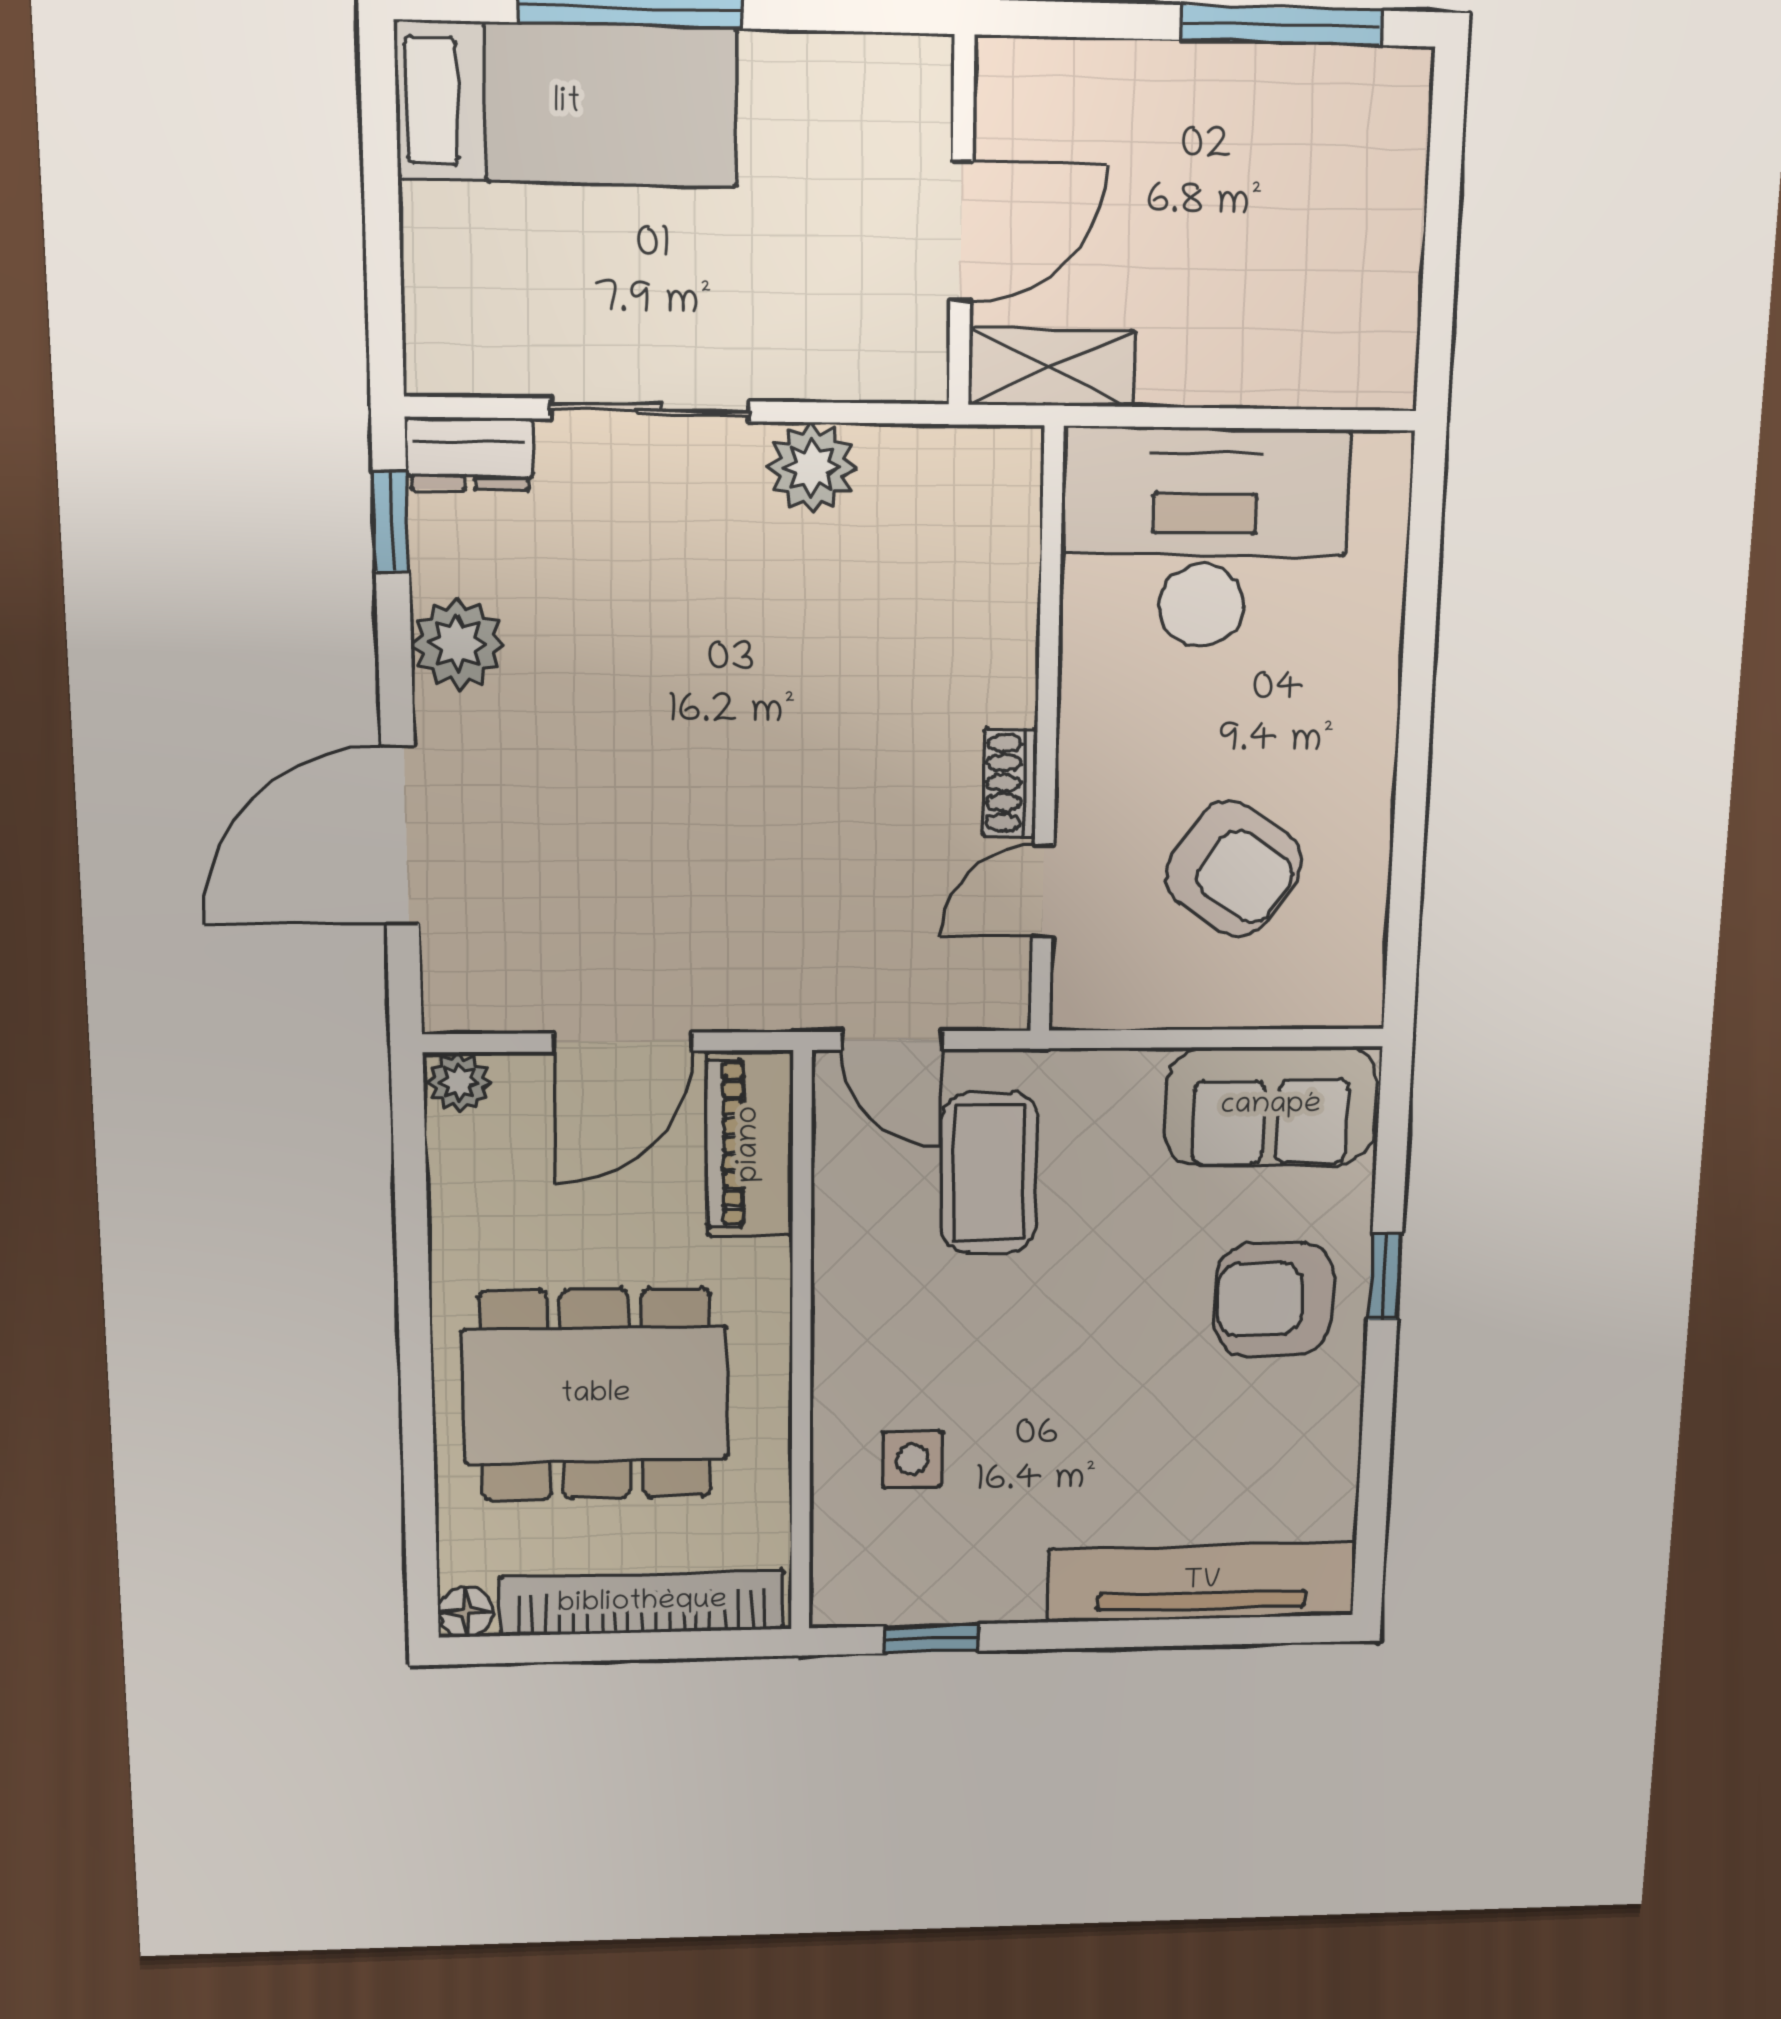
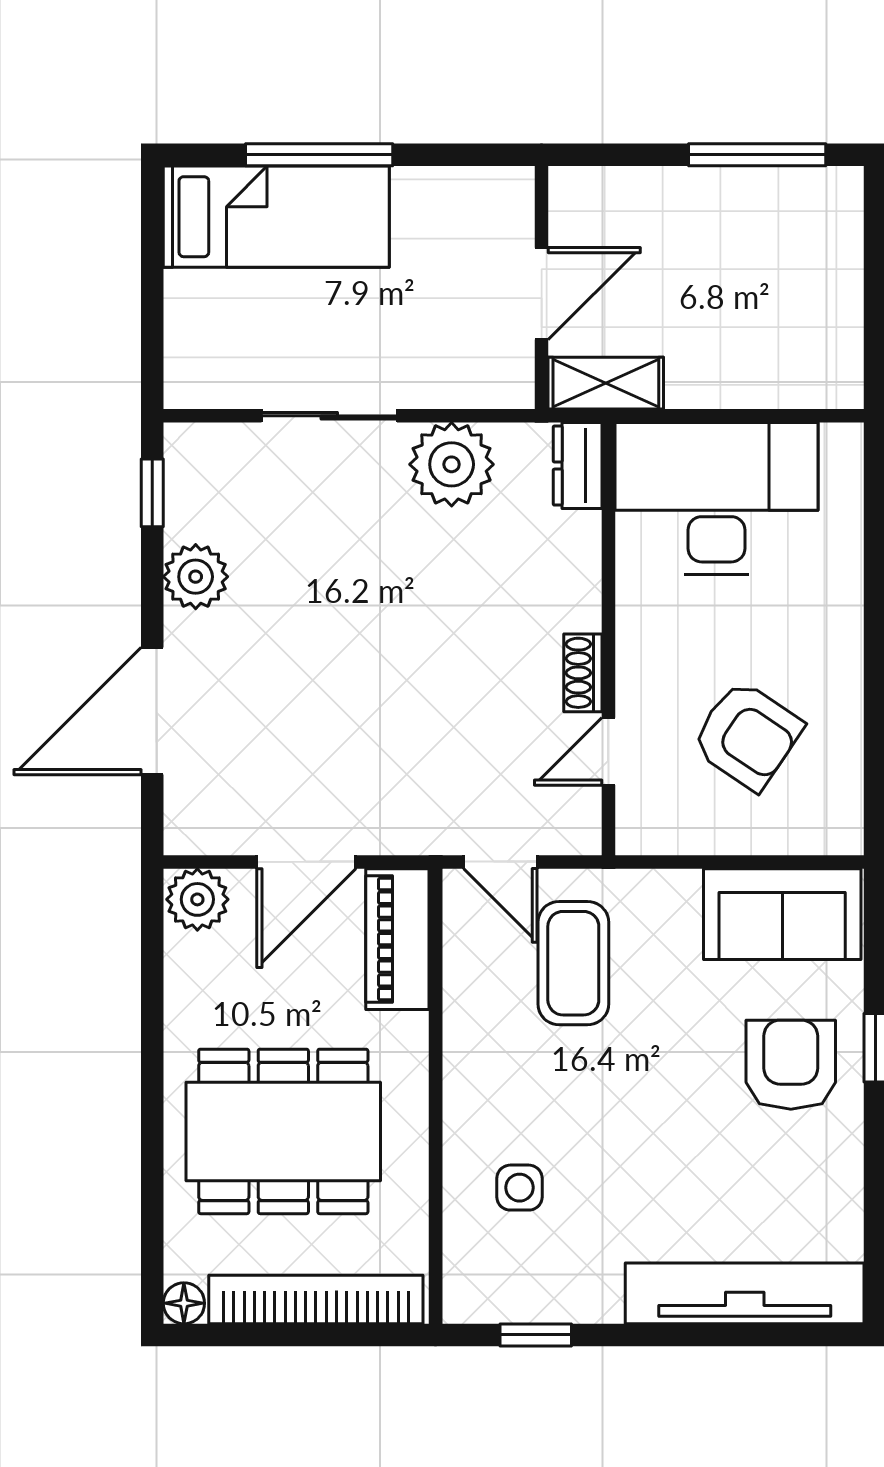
dresser: (469, 454) -> (578, 466), moved, turned 90
plant: (812, 468) -> (452, 464), width x1.36, depth x1.36
plant: (459, 1082) -> (197, 899), width x1.38, depth x1.38
armchair: (1274, 1299) -> (791, 1065), turned 90

